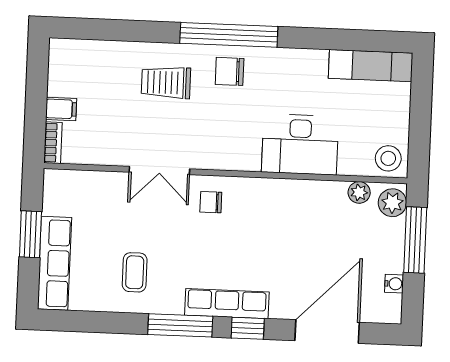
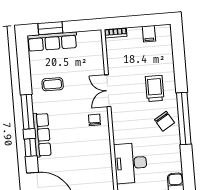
chair: (230, 71) -> (165, 121), turned 149
filing cabinet: (61, 109) -> (149, 34), moved
window: (30, 234) -> (50, 28), moved

